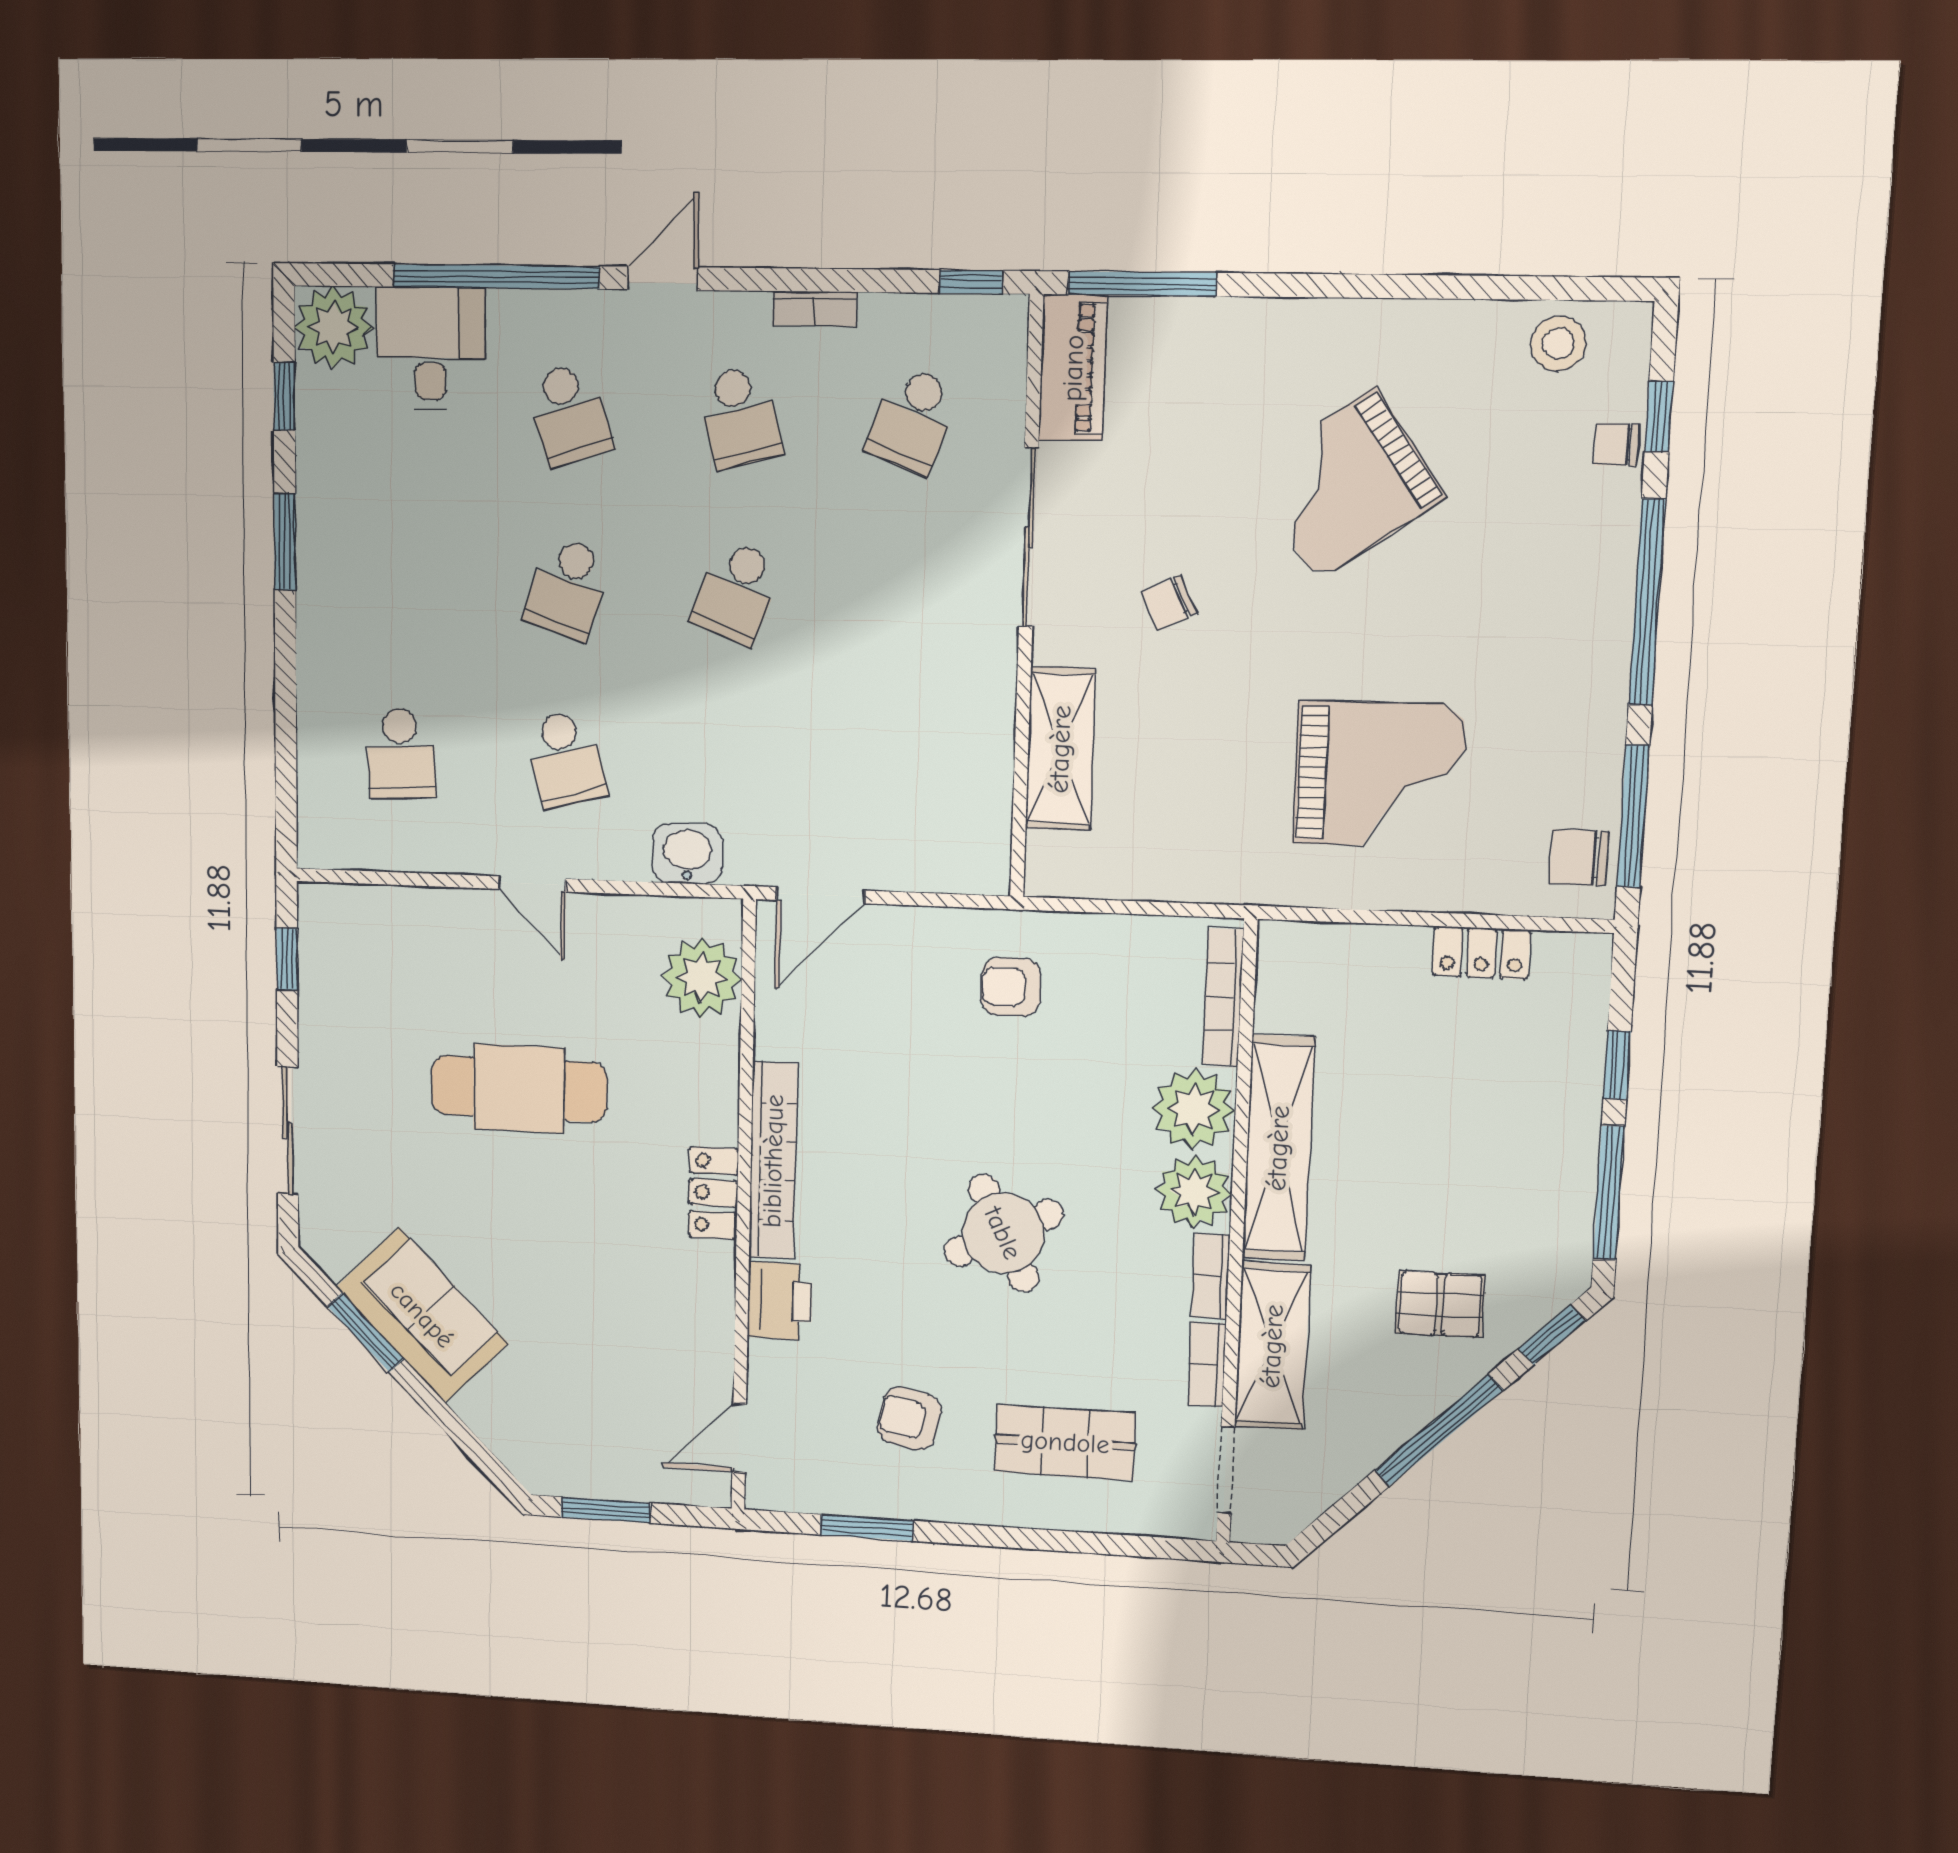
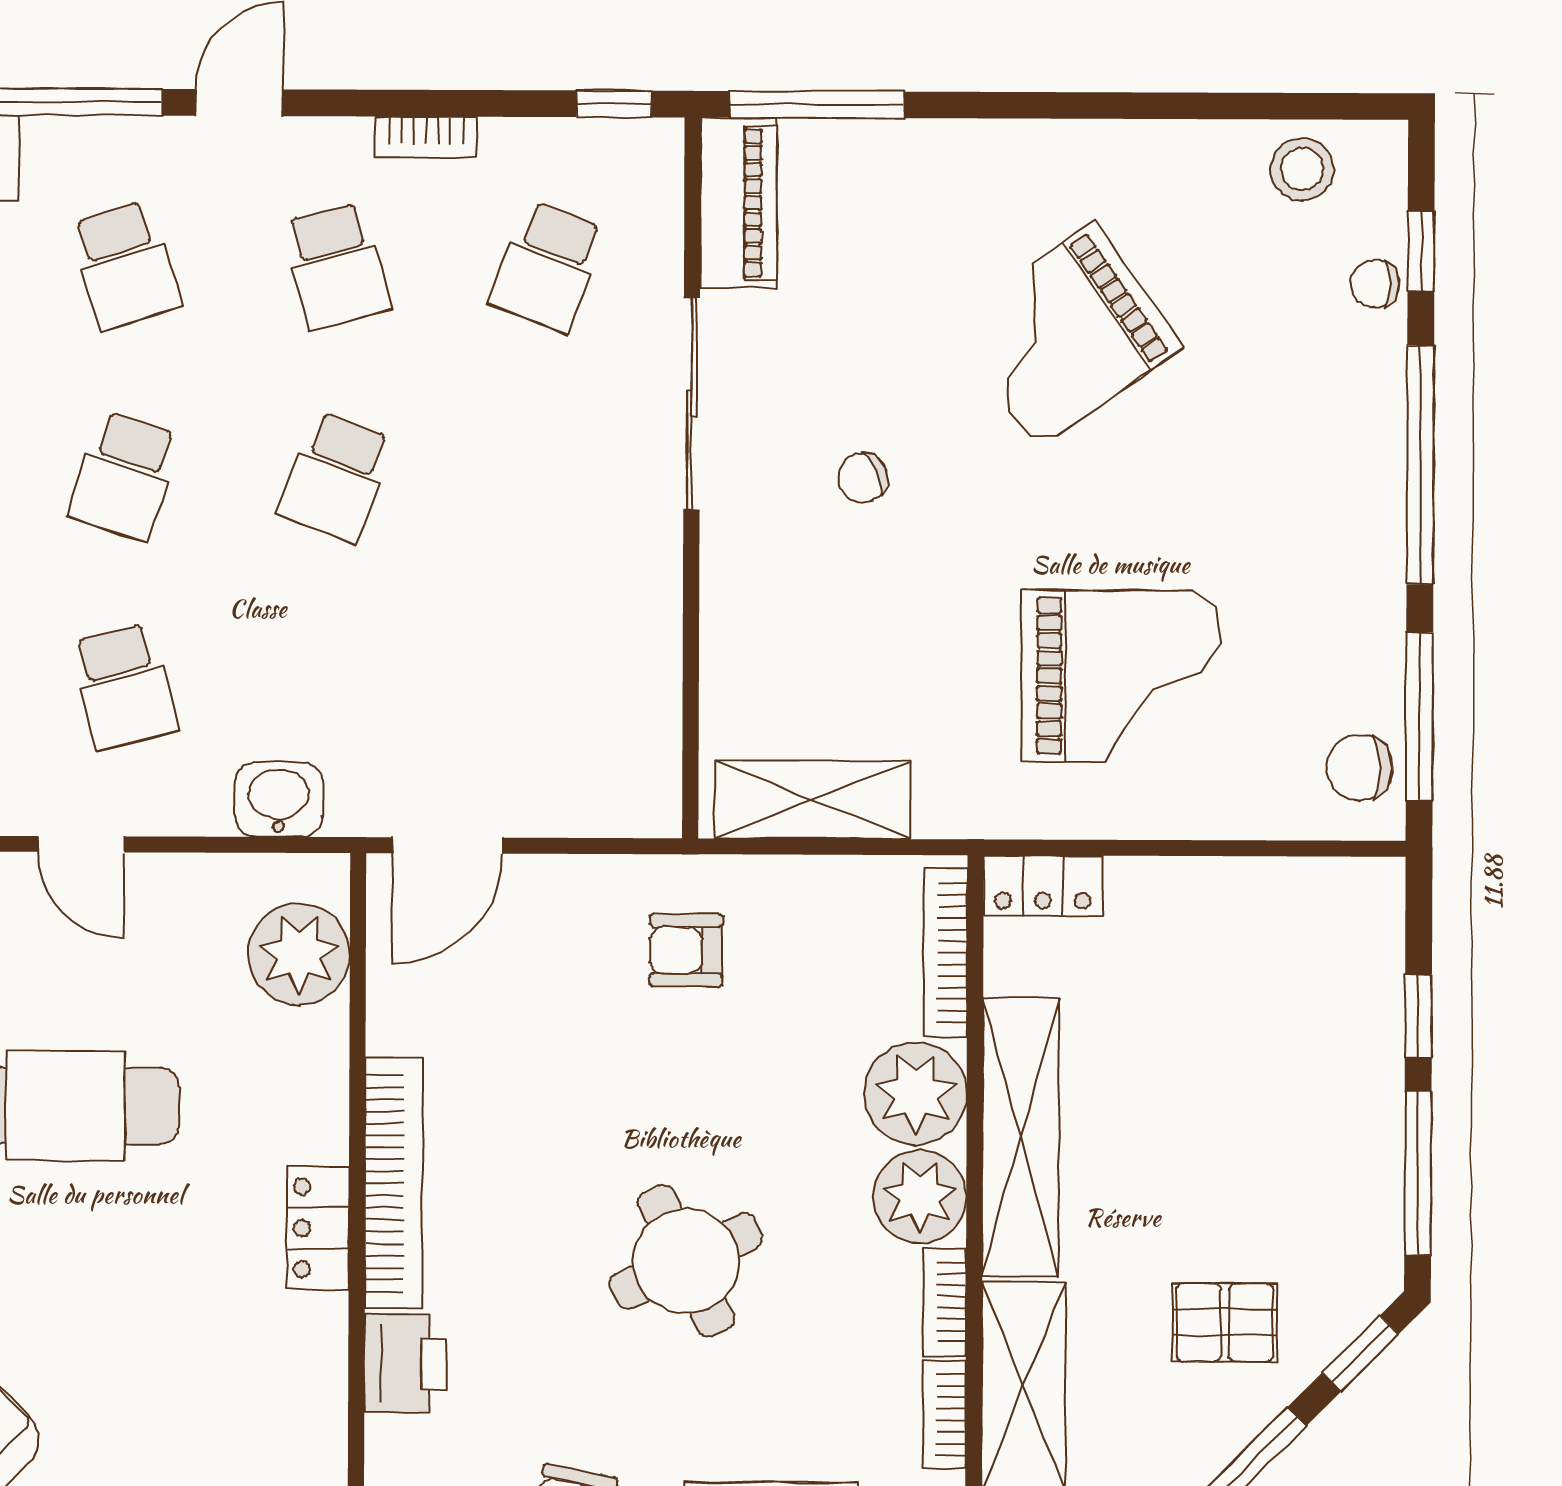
shelving: (1060, 749) -> (813, 800), moved, turned 90
locker: (1481, 953) -> (1043, 886), moved

